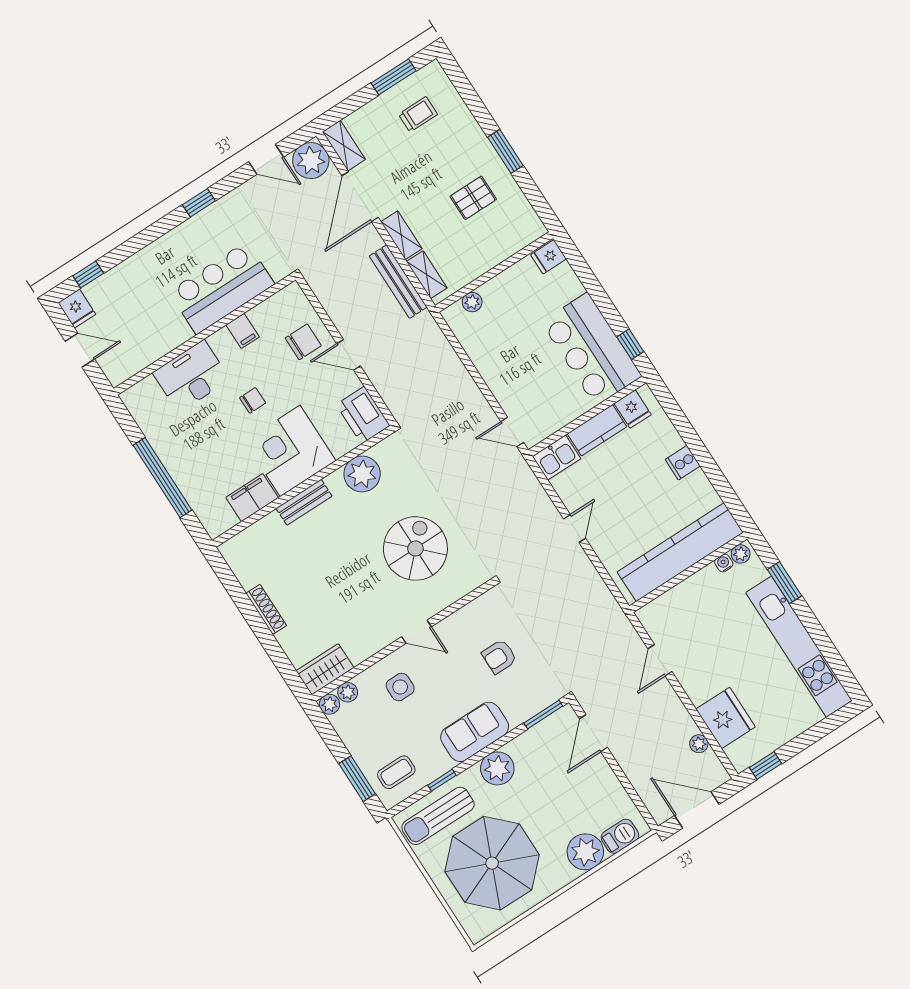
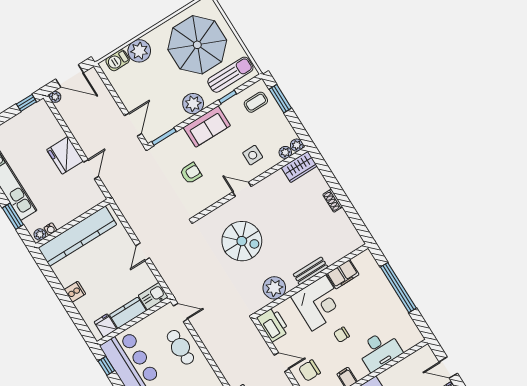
cafe table: (512, 376) -> (180, 347), added
spiral stairs: (415, 548) -> (242, 241), turned -90
shoe rack: (266, 609) -> (333, 201), width x0.70
fridge: (726, 718) -> (65, 155), moved
plant: (699, 744) -> (55, 97), moved

